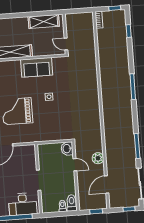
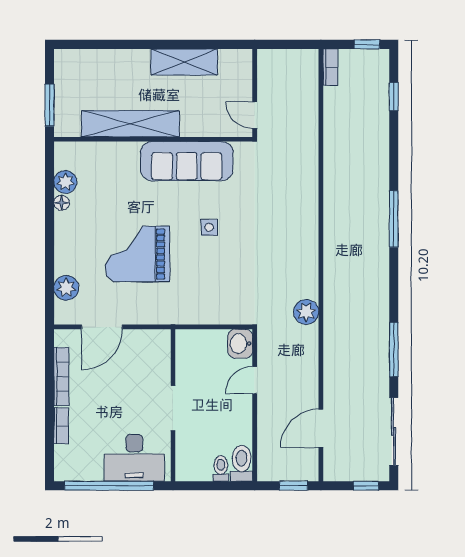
shelving: (44, 21) -> (184, 62), moved
sofa: (37, 67) -> (187, 161), width x1.36
plant: (98, 158) -> (306, 312), moved
door: (75, 165) -> (255, 380), swing flipped

